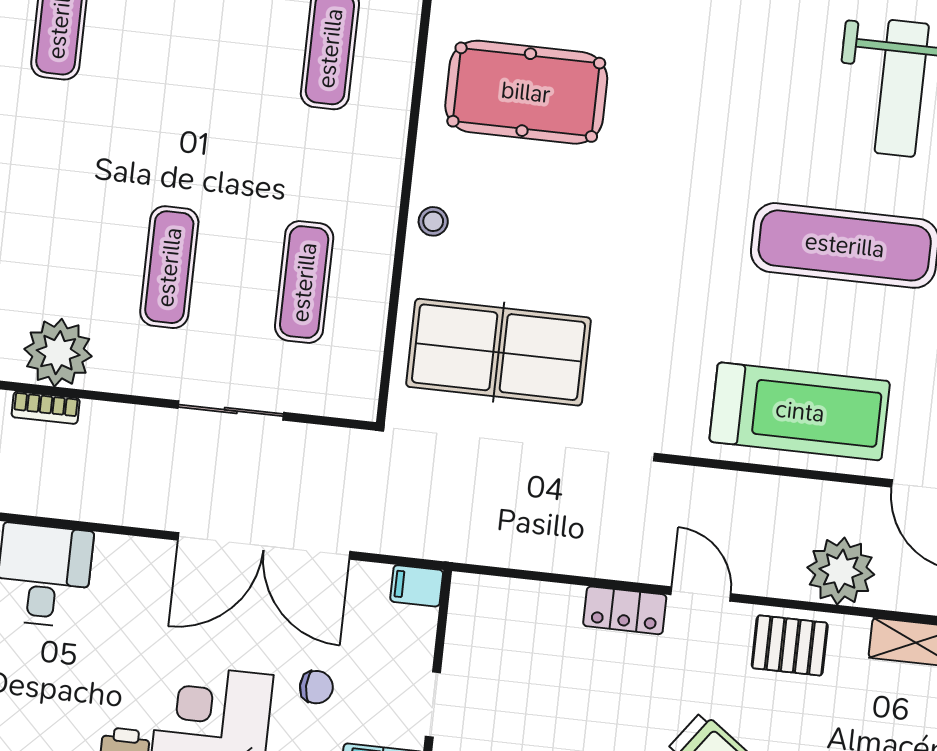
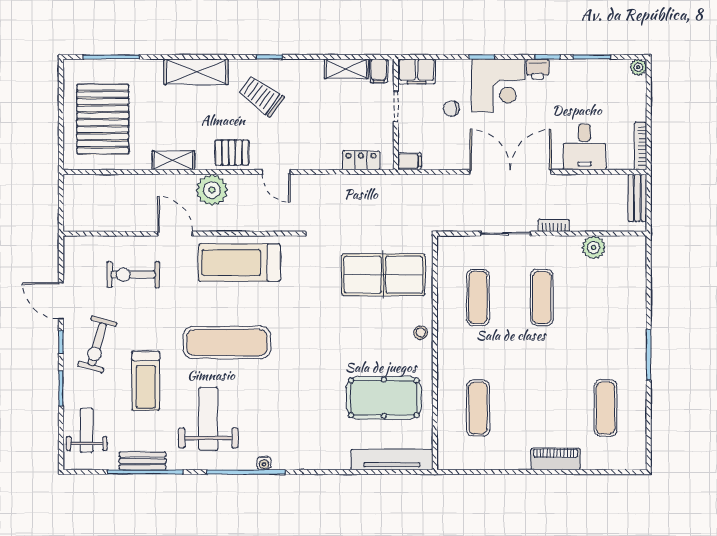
plant: (58, 353) -> (594, 247), width x0.73, depth x0.73
bookcase: (46, 408) -> (554, 225), moved
double door: (264, 546) -> (511, 172), moved
locker: (625, 610) -> (361, 160), moved

